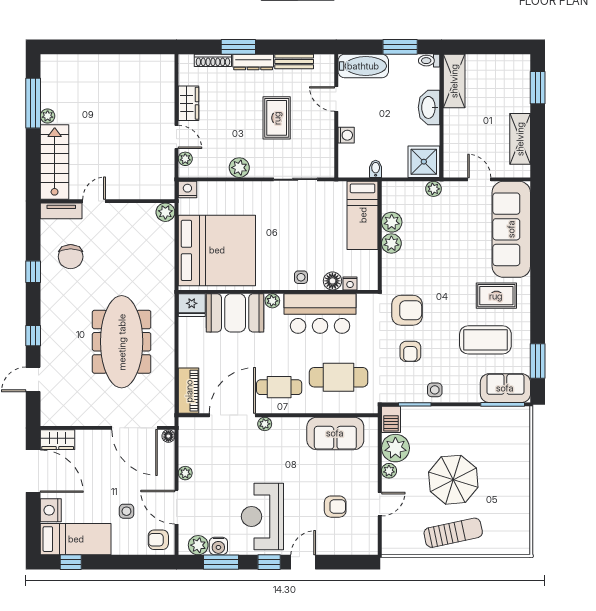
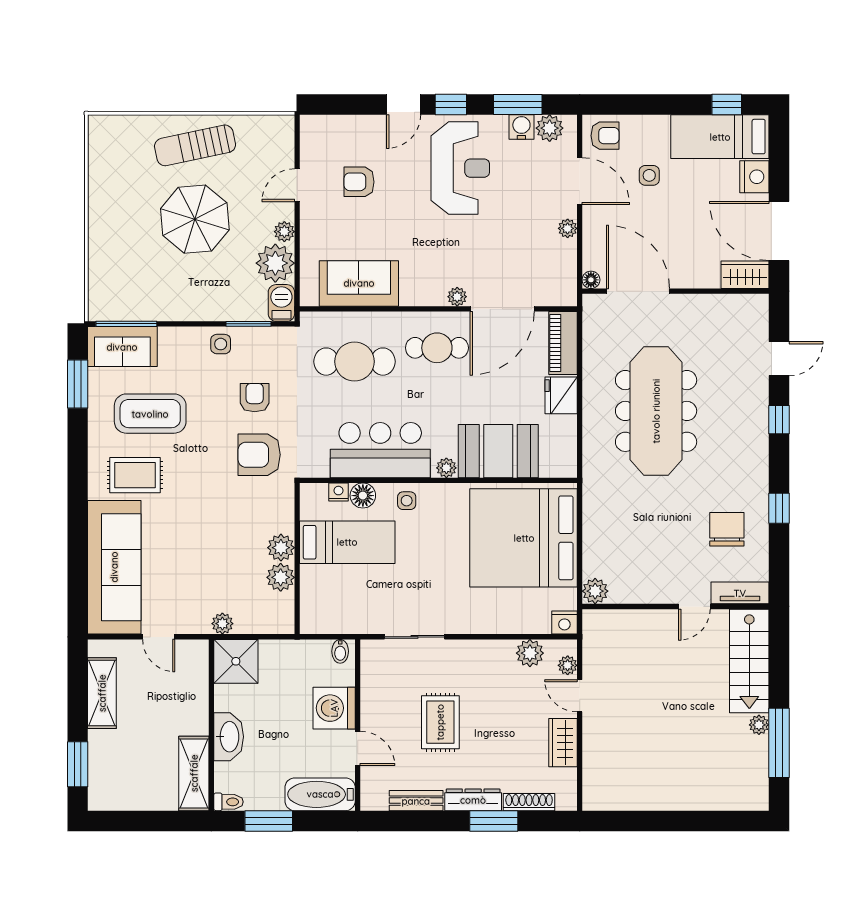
washing machine: (346, 135) -> (334, 708), width x1.89, depth x1.89
plant: (239, 168) -> (530, 653), moved
bidet: (376, 169) -> (340, 651), moved
bed: (363, 215) -> (347, 542), moved, turned 90
fridge: (192, 305) -> (561, 395), moved, turned -90

